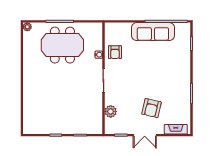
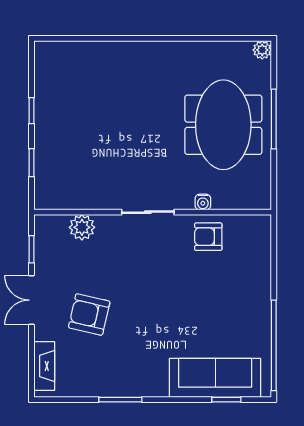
sofa: (153, 32) -> (215, 378), moved, turned 90

